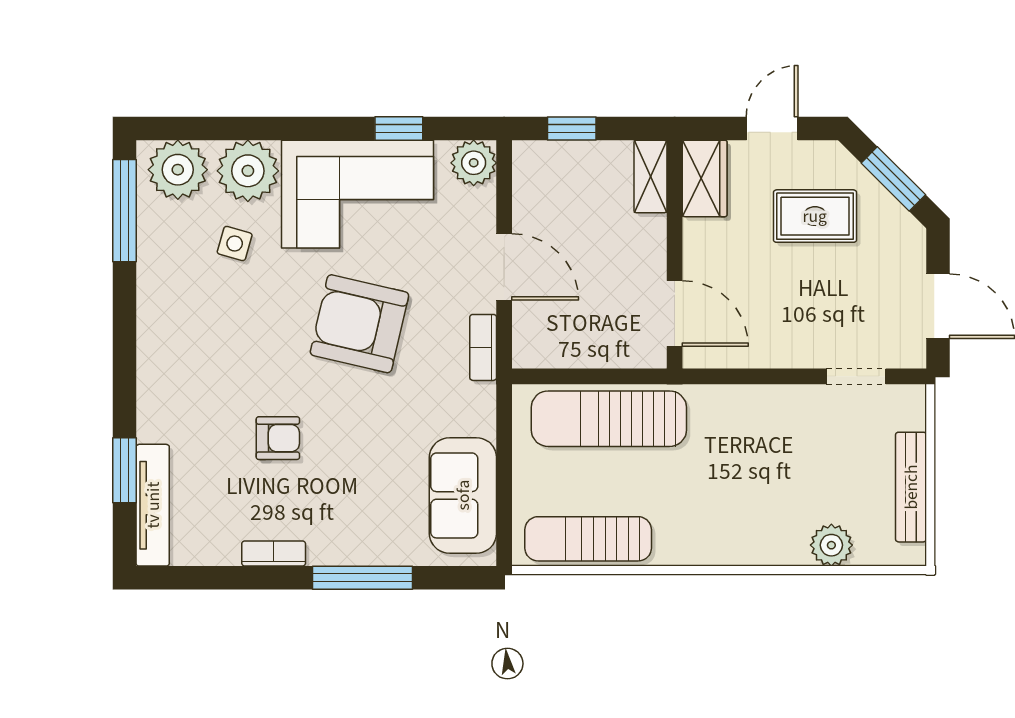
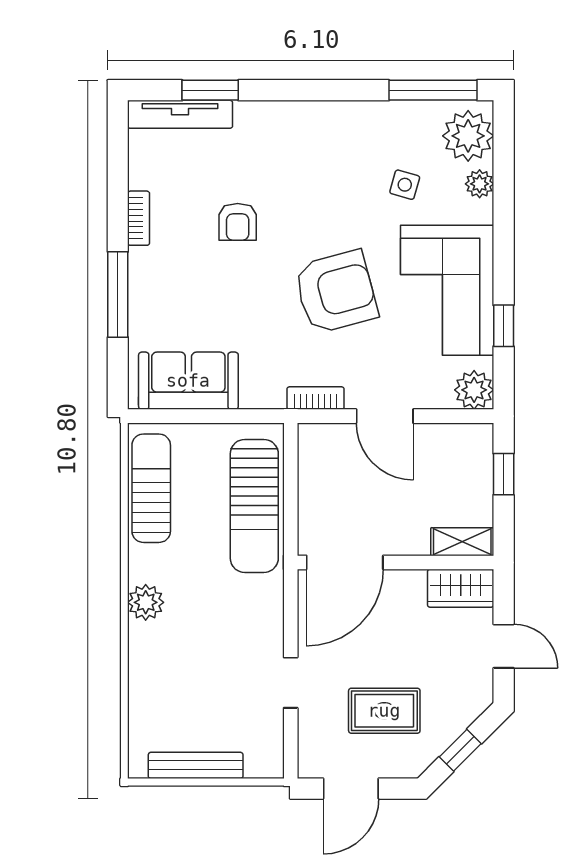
plant: (248, 171) -> (480, 184), width x0.53, depth x0.53
window: (893, 179) -> (460, 750), width x0.67
rug: (815, 216) -> (384, 711), moved, turned 90
door: (504, 267) -> (385, 416), hinge flipped
door: (675, 313) -> (345, 562), width x1.36
armchair: (359, 324) -> (336, 292), turned 62
doorway: (856, 376) -> (291, 683), moved
sun lounger: (609, 419) -> (254, 506), turned 180
plant: (831, 545) -> (146, 602), moved

